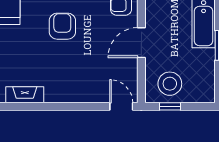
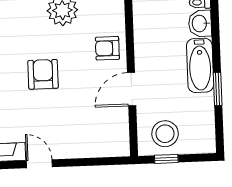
door: (121, 106) -> (39, 164), moved

